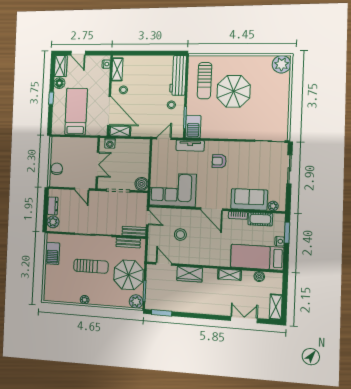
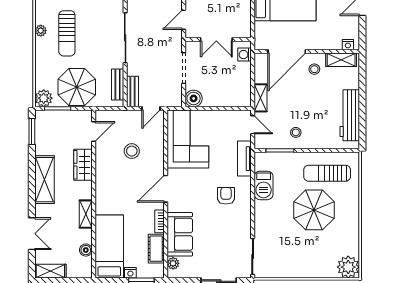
workbench: (178, 75) -> (350, 115), moved, turned -90
barbecue: (193, 127) -> (264, 185), moved, turned -90
shelving: (120, 131) -> (261, 98), moved
sun lounger: (91, 266) -> (67, 33), moved
shelving: (200, 306) -> (45, 180), added

